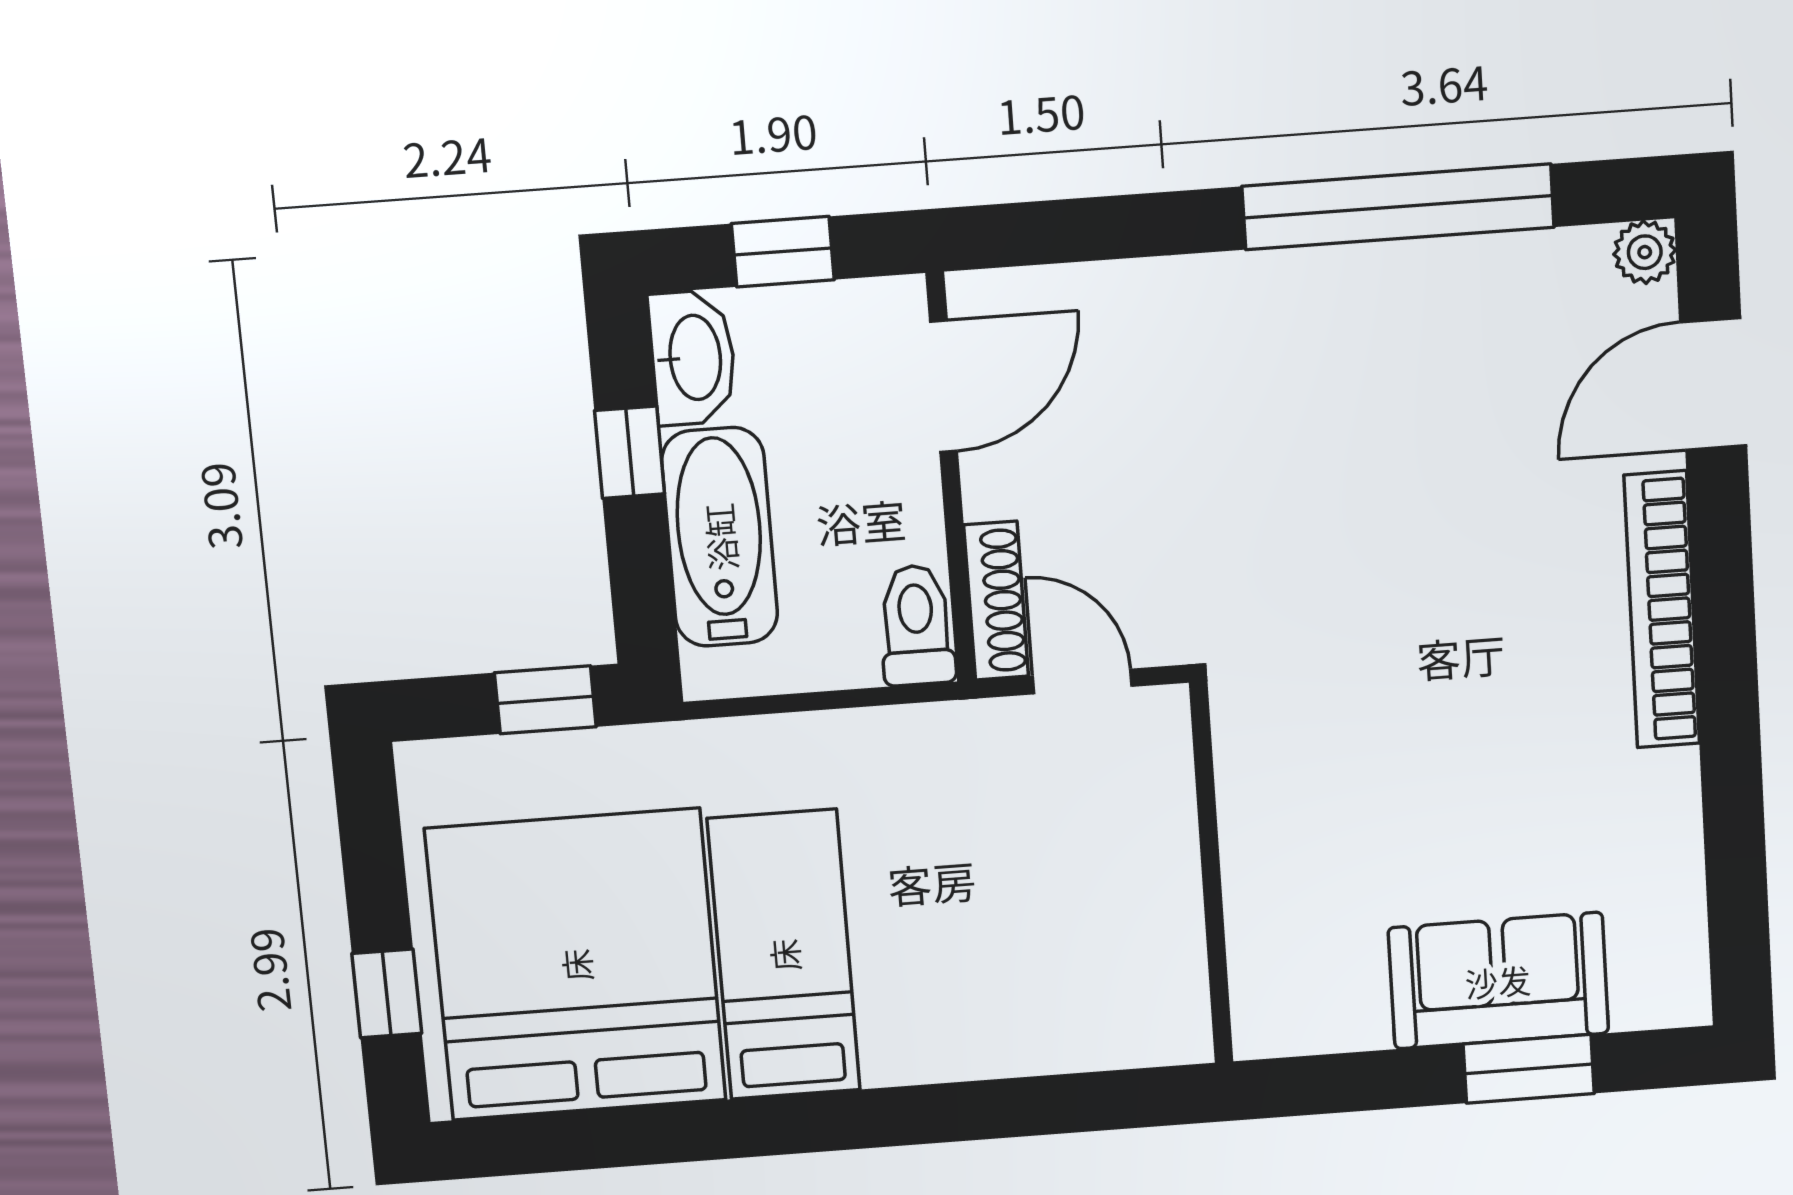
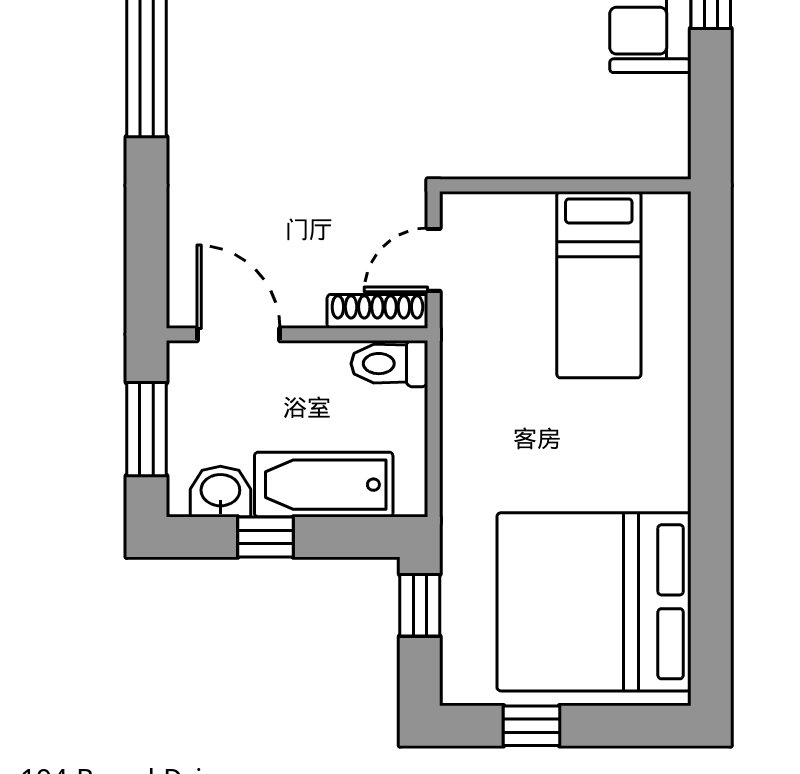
window: (783, 252) -> (147, 429), width x1.50
washbasin: (693, 358) -> (220, 492), width x0.72
bed: (784, 955) -> (599, 285), moved, turned -90
window: (387, 993) -> (532, 726), moved

